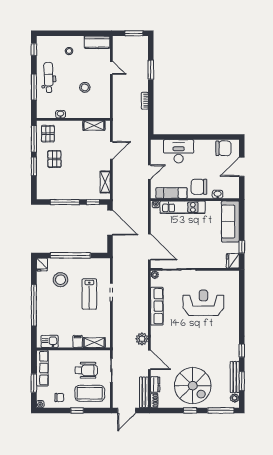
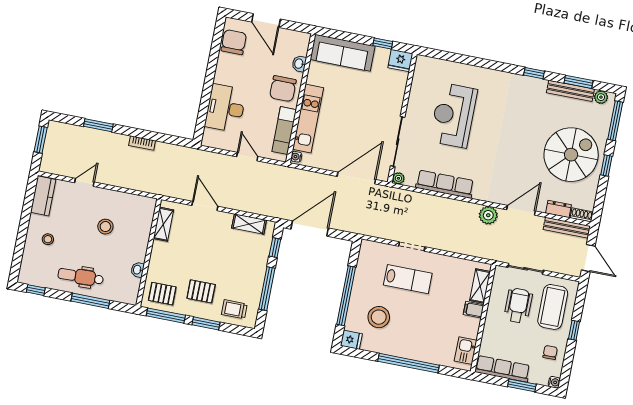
trolley: (47, 183) -> (234, 309), added

